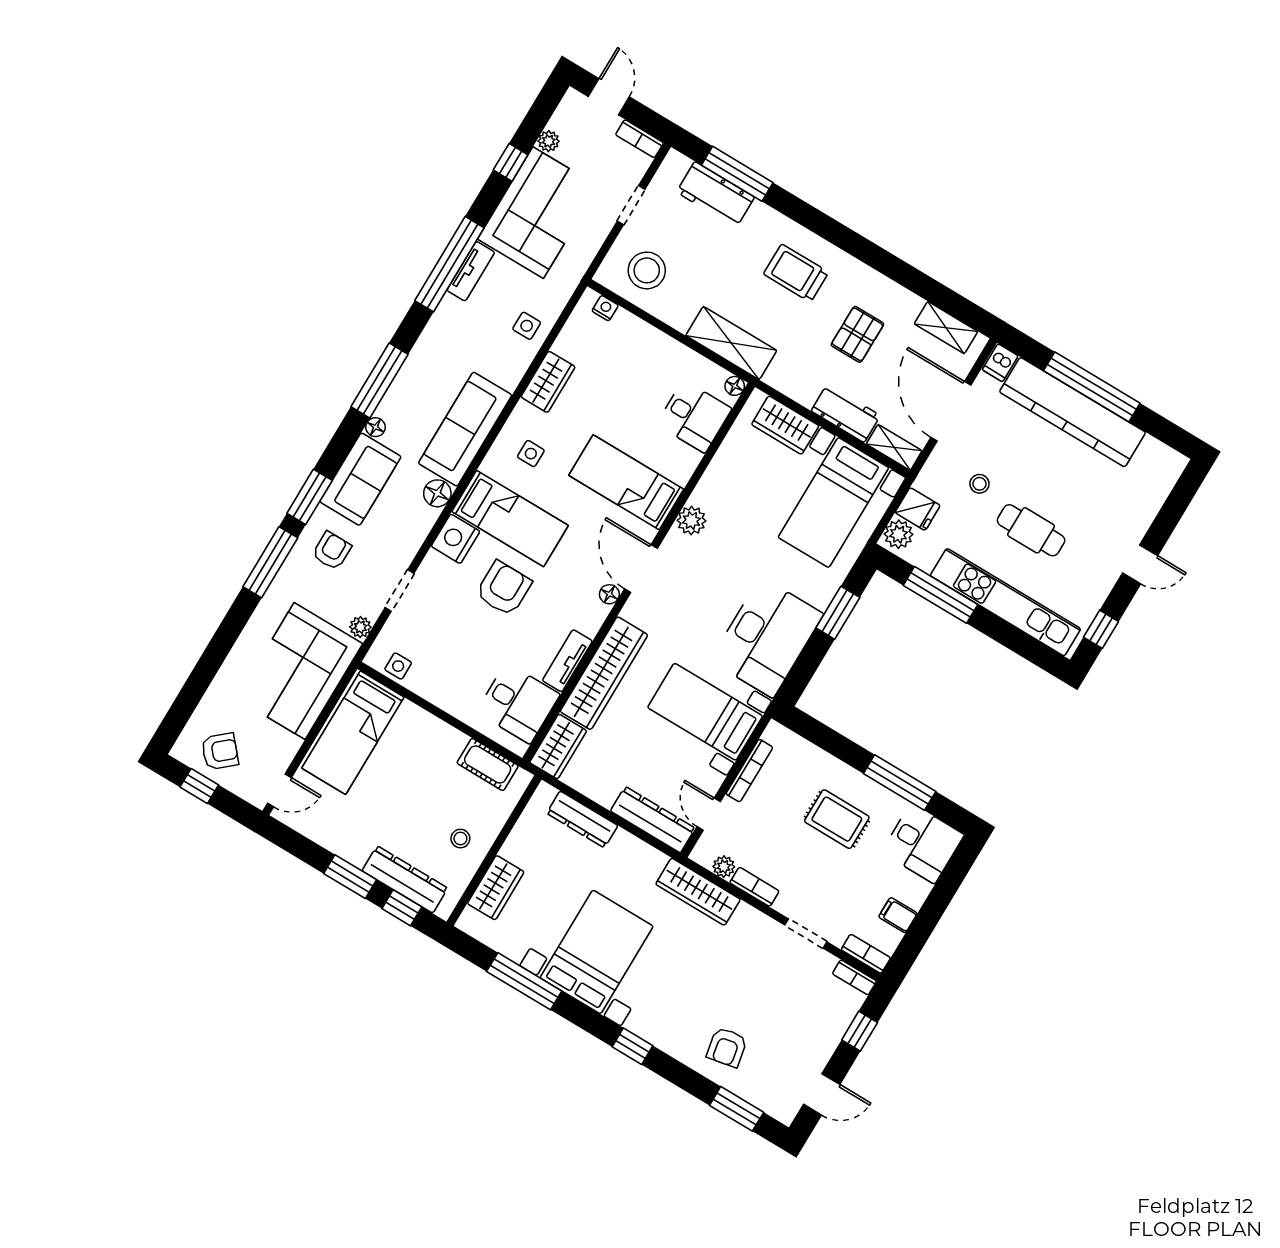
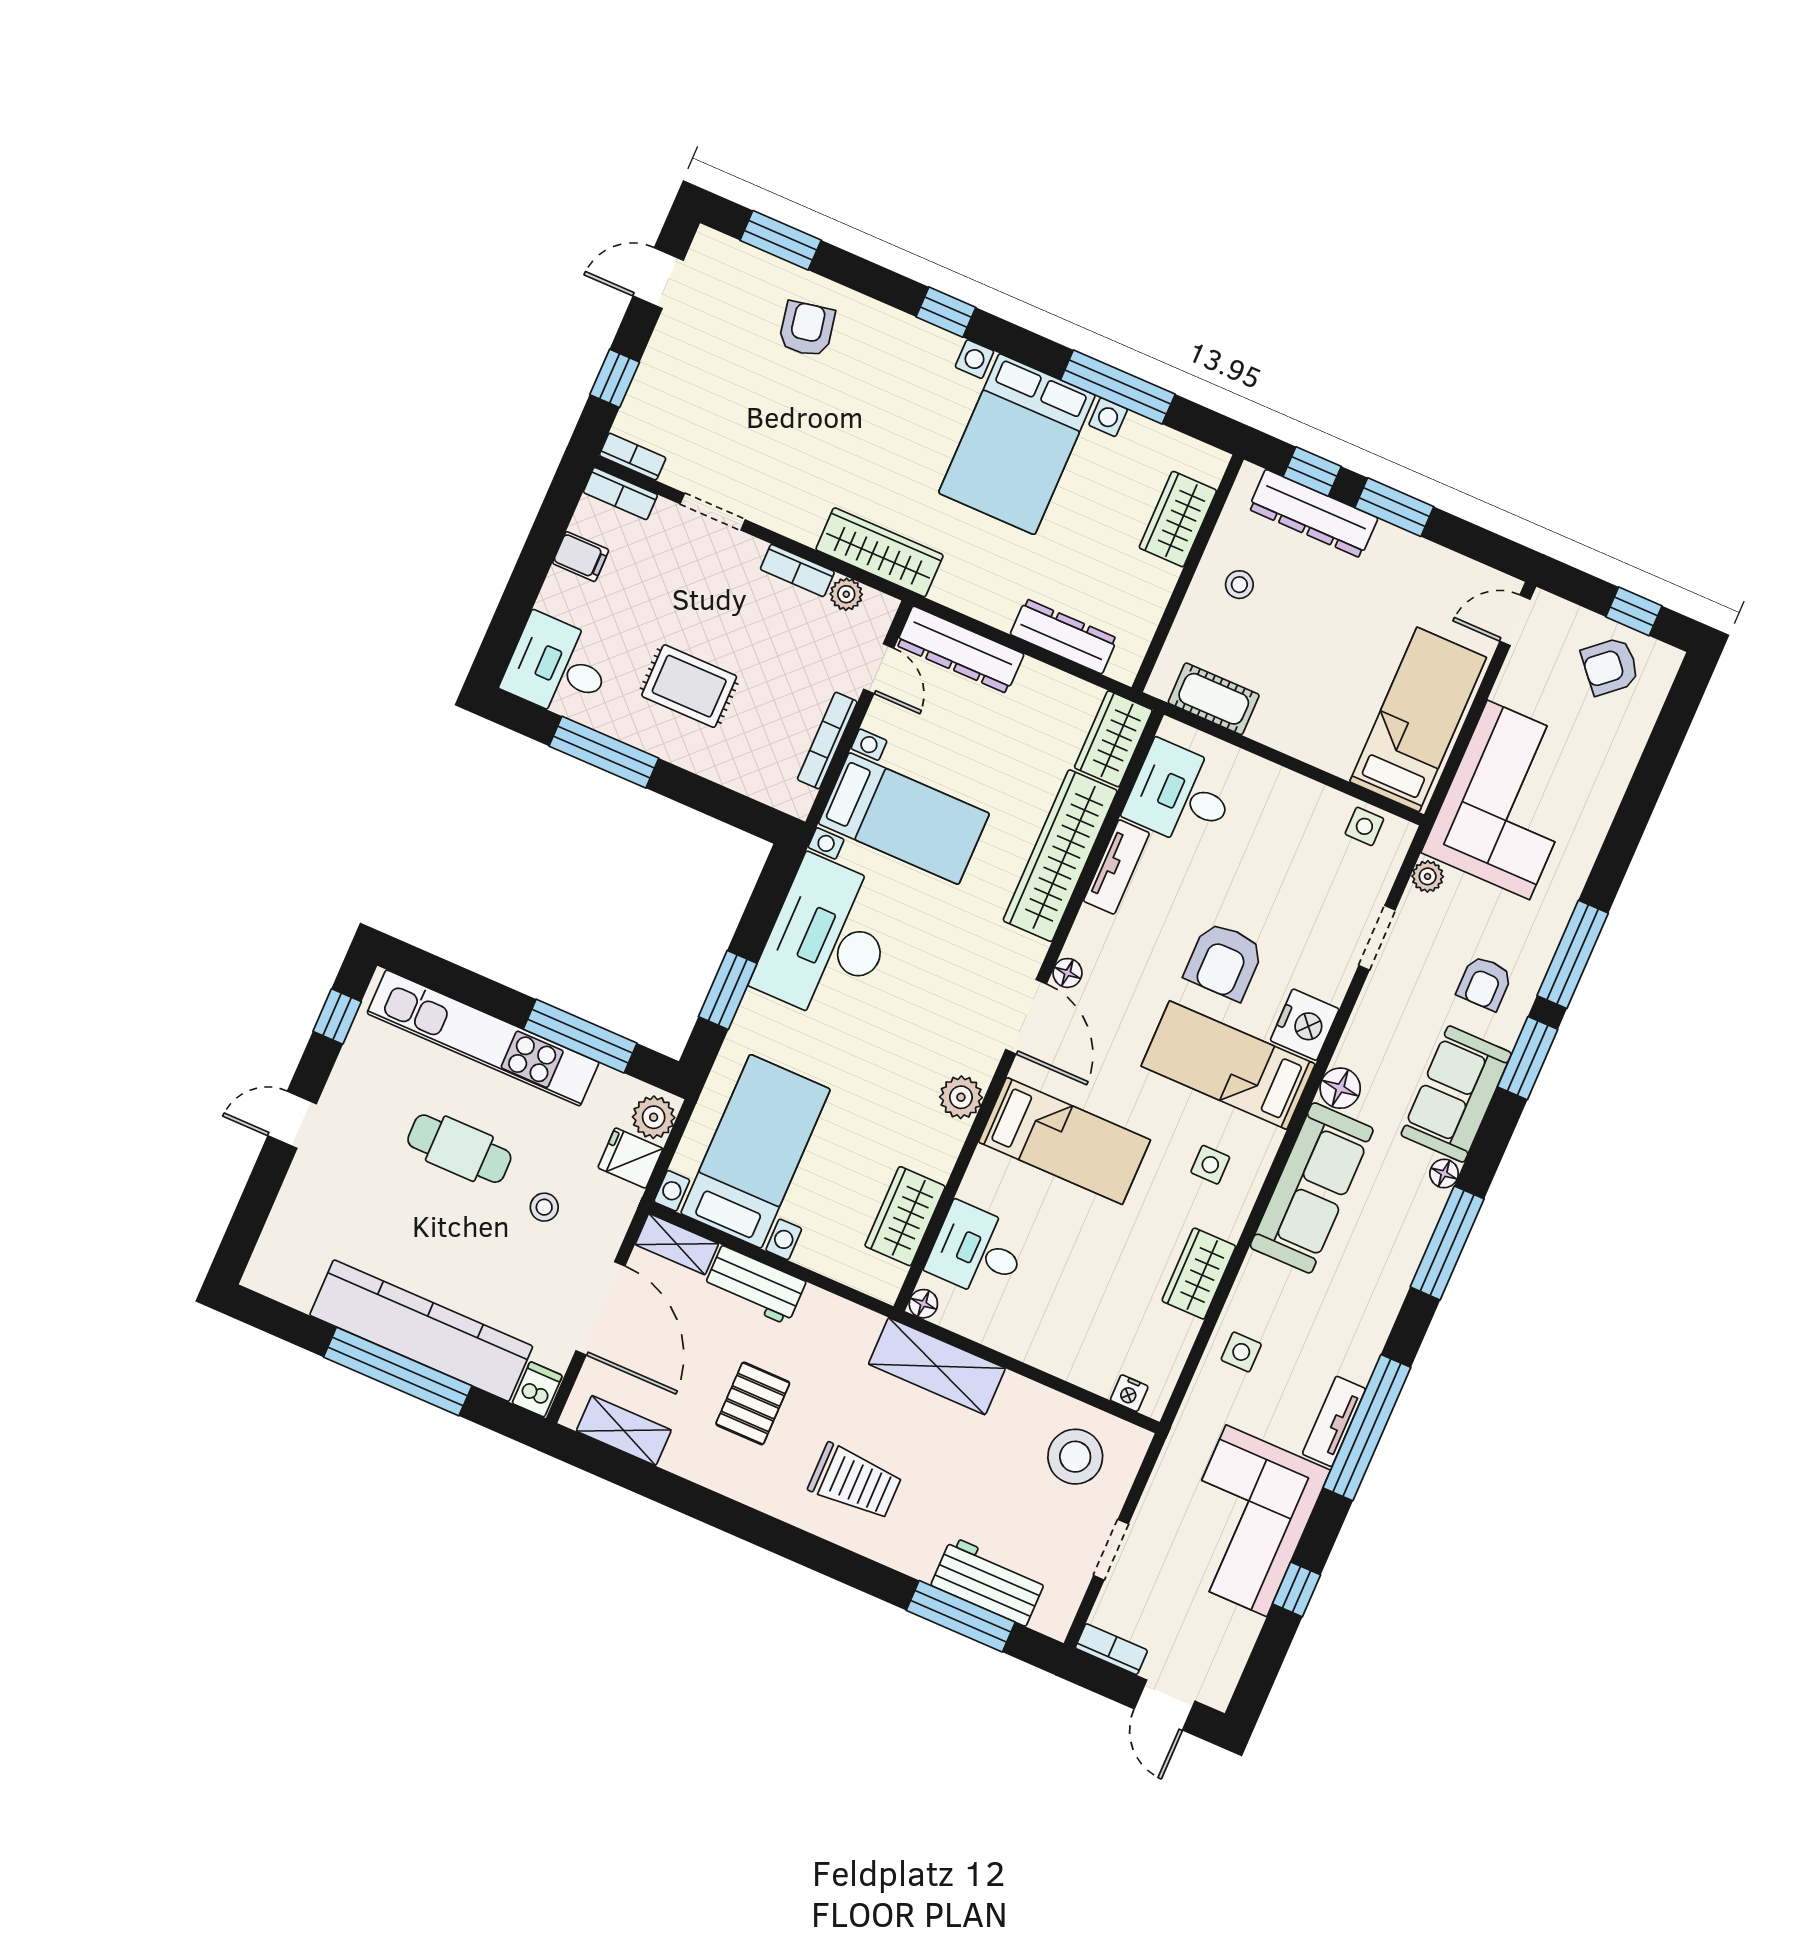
plant: (549, 141) -> (1245, 1628), removed
wardrobe: (785, 425) -> (905, 1216), moved, turned -90

